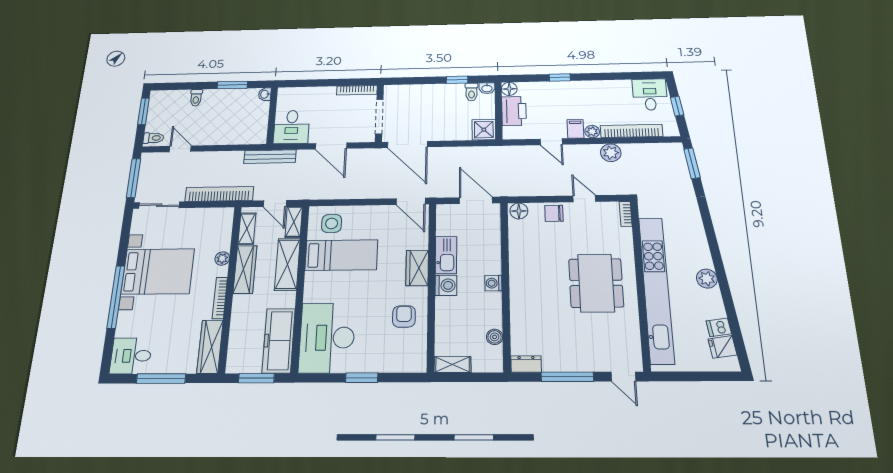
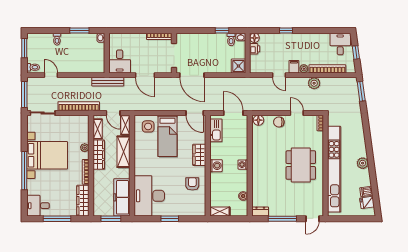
printer: (514, 111) -> (255, 49), width x0.53, depth x0.68
bed: (341, 255) -> (167, 136), moved, turned 90
kitchen sink: (446, 255) -> (216, 130), moved
door: (623, 377) -> (313, 219), hinge flipped

